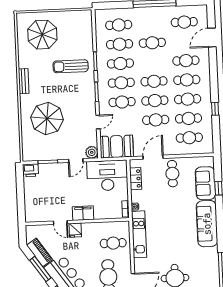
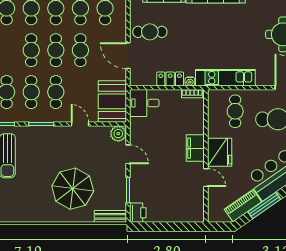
bench: (24, 81) -> (110, 216), moved
desk: (107, 175) -> (144, 103), width x0.53, depth x0.77
locker: (136, 179) -> (170, 79), moved
door: (60, 222) -> (206, 178), hinge flipped
fridge: (75, 230) -> (220, 152), width x1.88, depth x1.34

